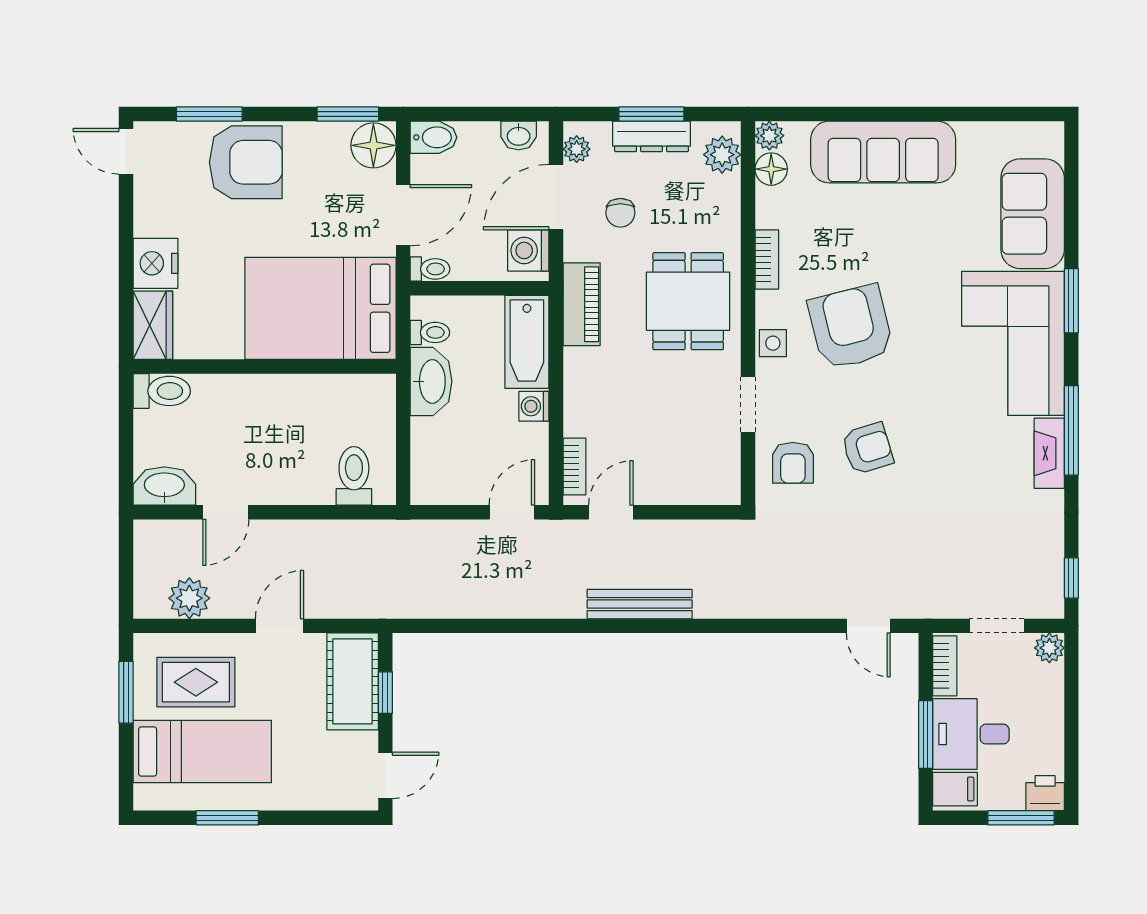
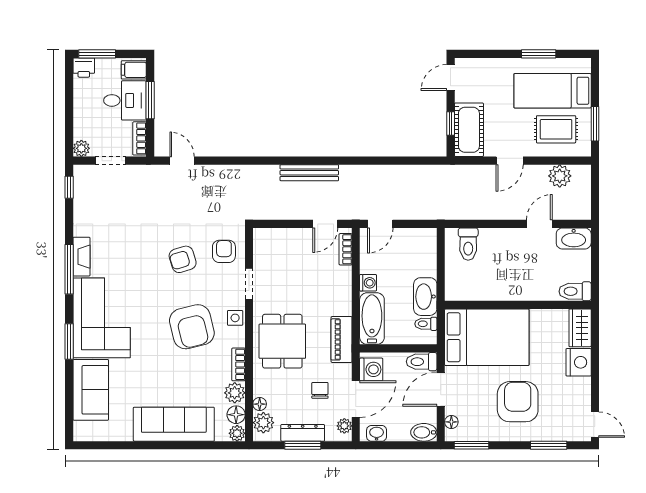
floor lamp: (373, 145) -> (451, 422), width x0.53, depth x0.53
armchair: (246, 162) -> (518, 402), moved, turned 90
floor lamp: (729, 188) -> (260, 404), added
plant: (774, 208) -> (235, 393), added
toilet: (430, 269) -> (422, 362), width x1.37, depth x1.39

